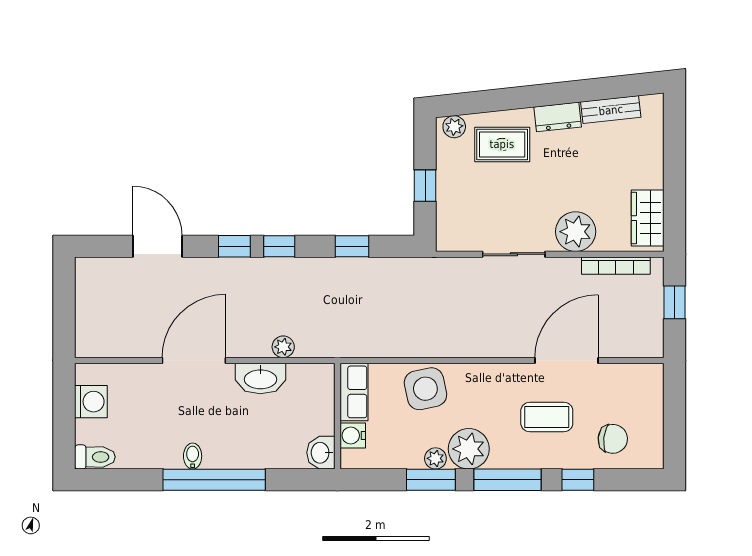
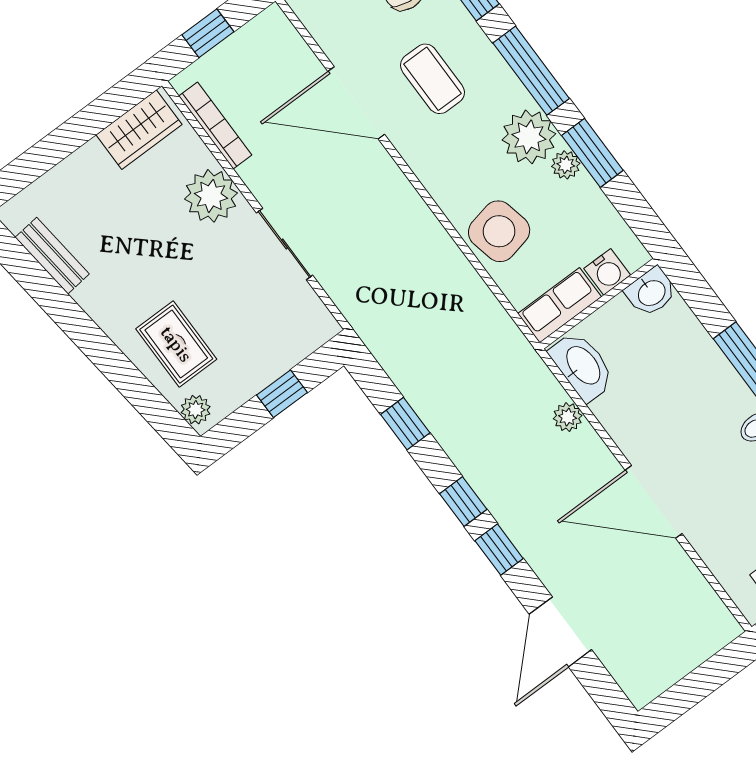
dresser: (558, 117) -> (103, 307), removed
washbasin: (260, 378) -> (582, 366), moved

